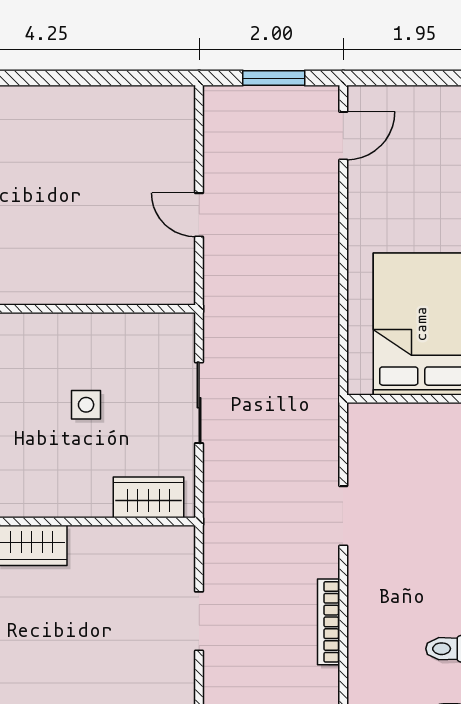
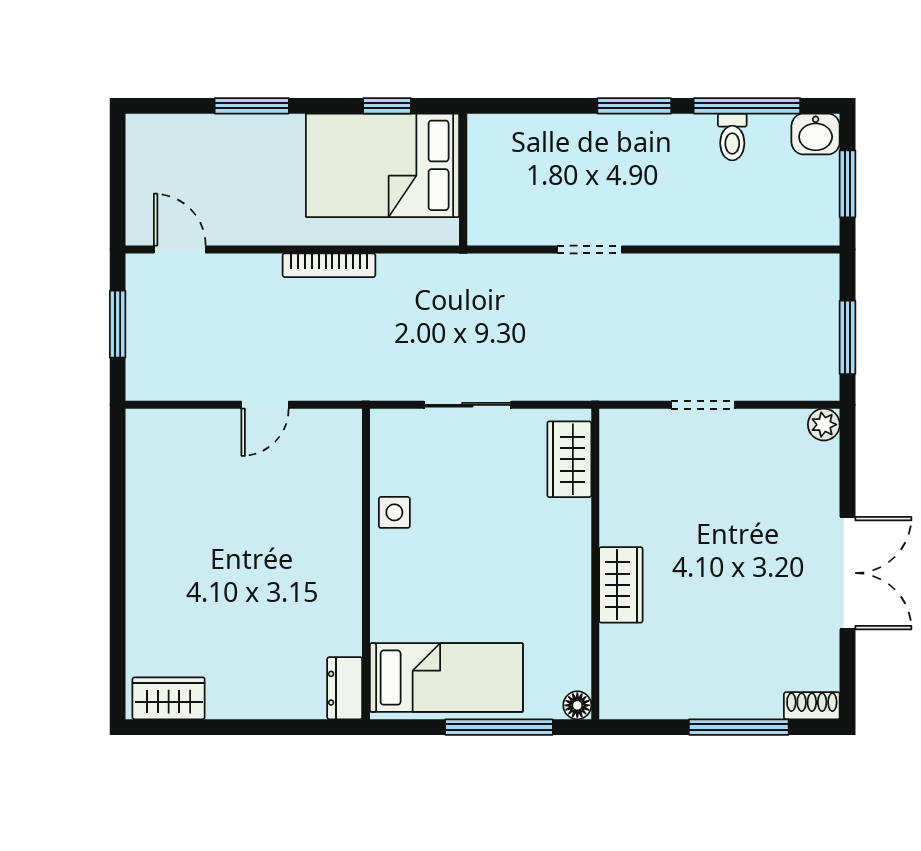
side table: (86, 405) -> (394, 512), moved
bookcase: (329, 622) -> (329, 265), moved

